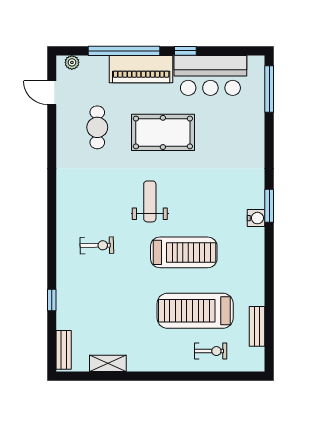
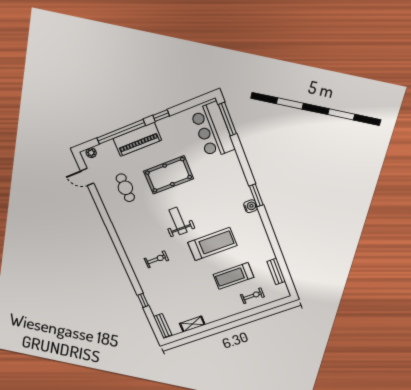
bar counter: (210, 75) -> (213, 130), moved, turned 90
treadmill: (195, 311) -> (233, 276), width x0.73, depth x0.73

